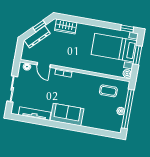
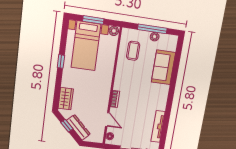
window: (127, 29) -> (61, 62), moved
door: (44, 65) -> (107, 120), hinge flipped
window: (128, 109) -> (152, 29), width x0.68
sofa: (67, 115) -> (163, 67), moved

